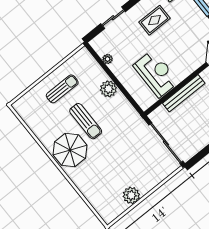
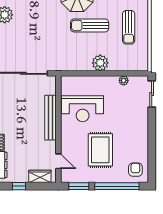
sliding door: (113, 18) -> (152, 94), moved
rug: (155, 20) -> (100, 150), moved, width x1.36, depth x1.43

